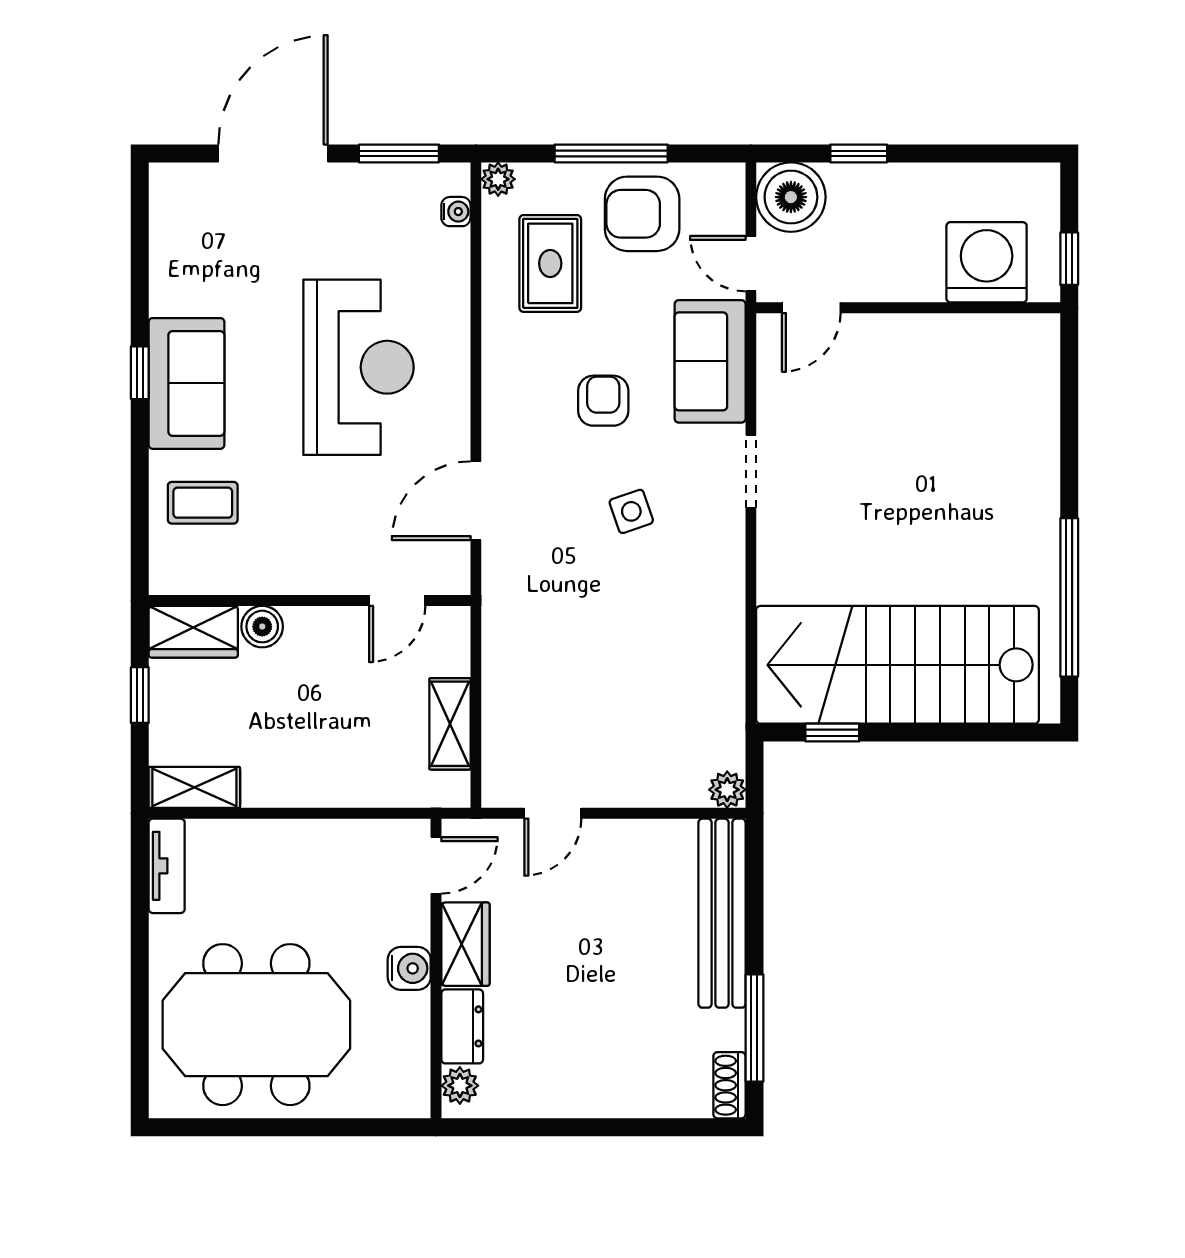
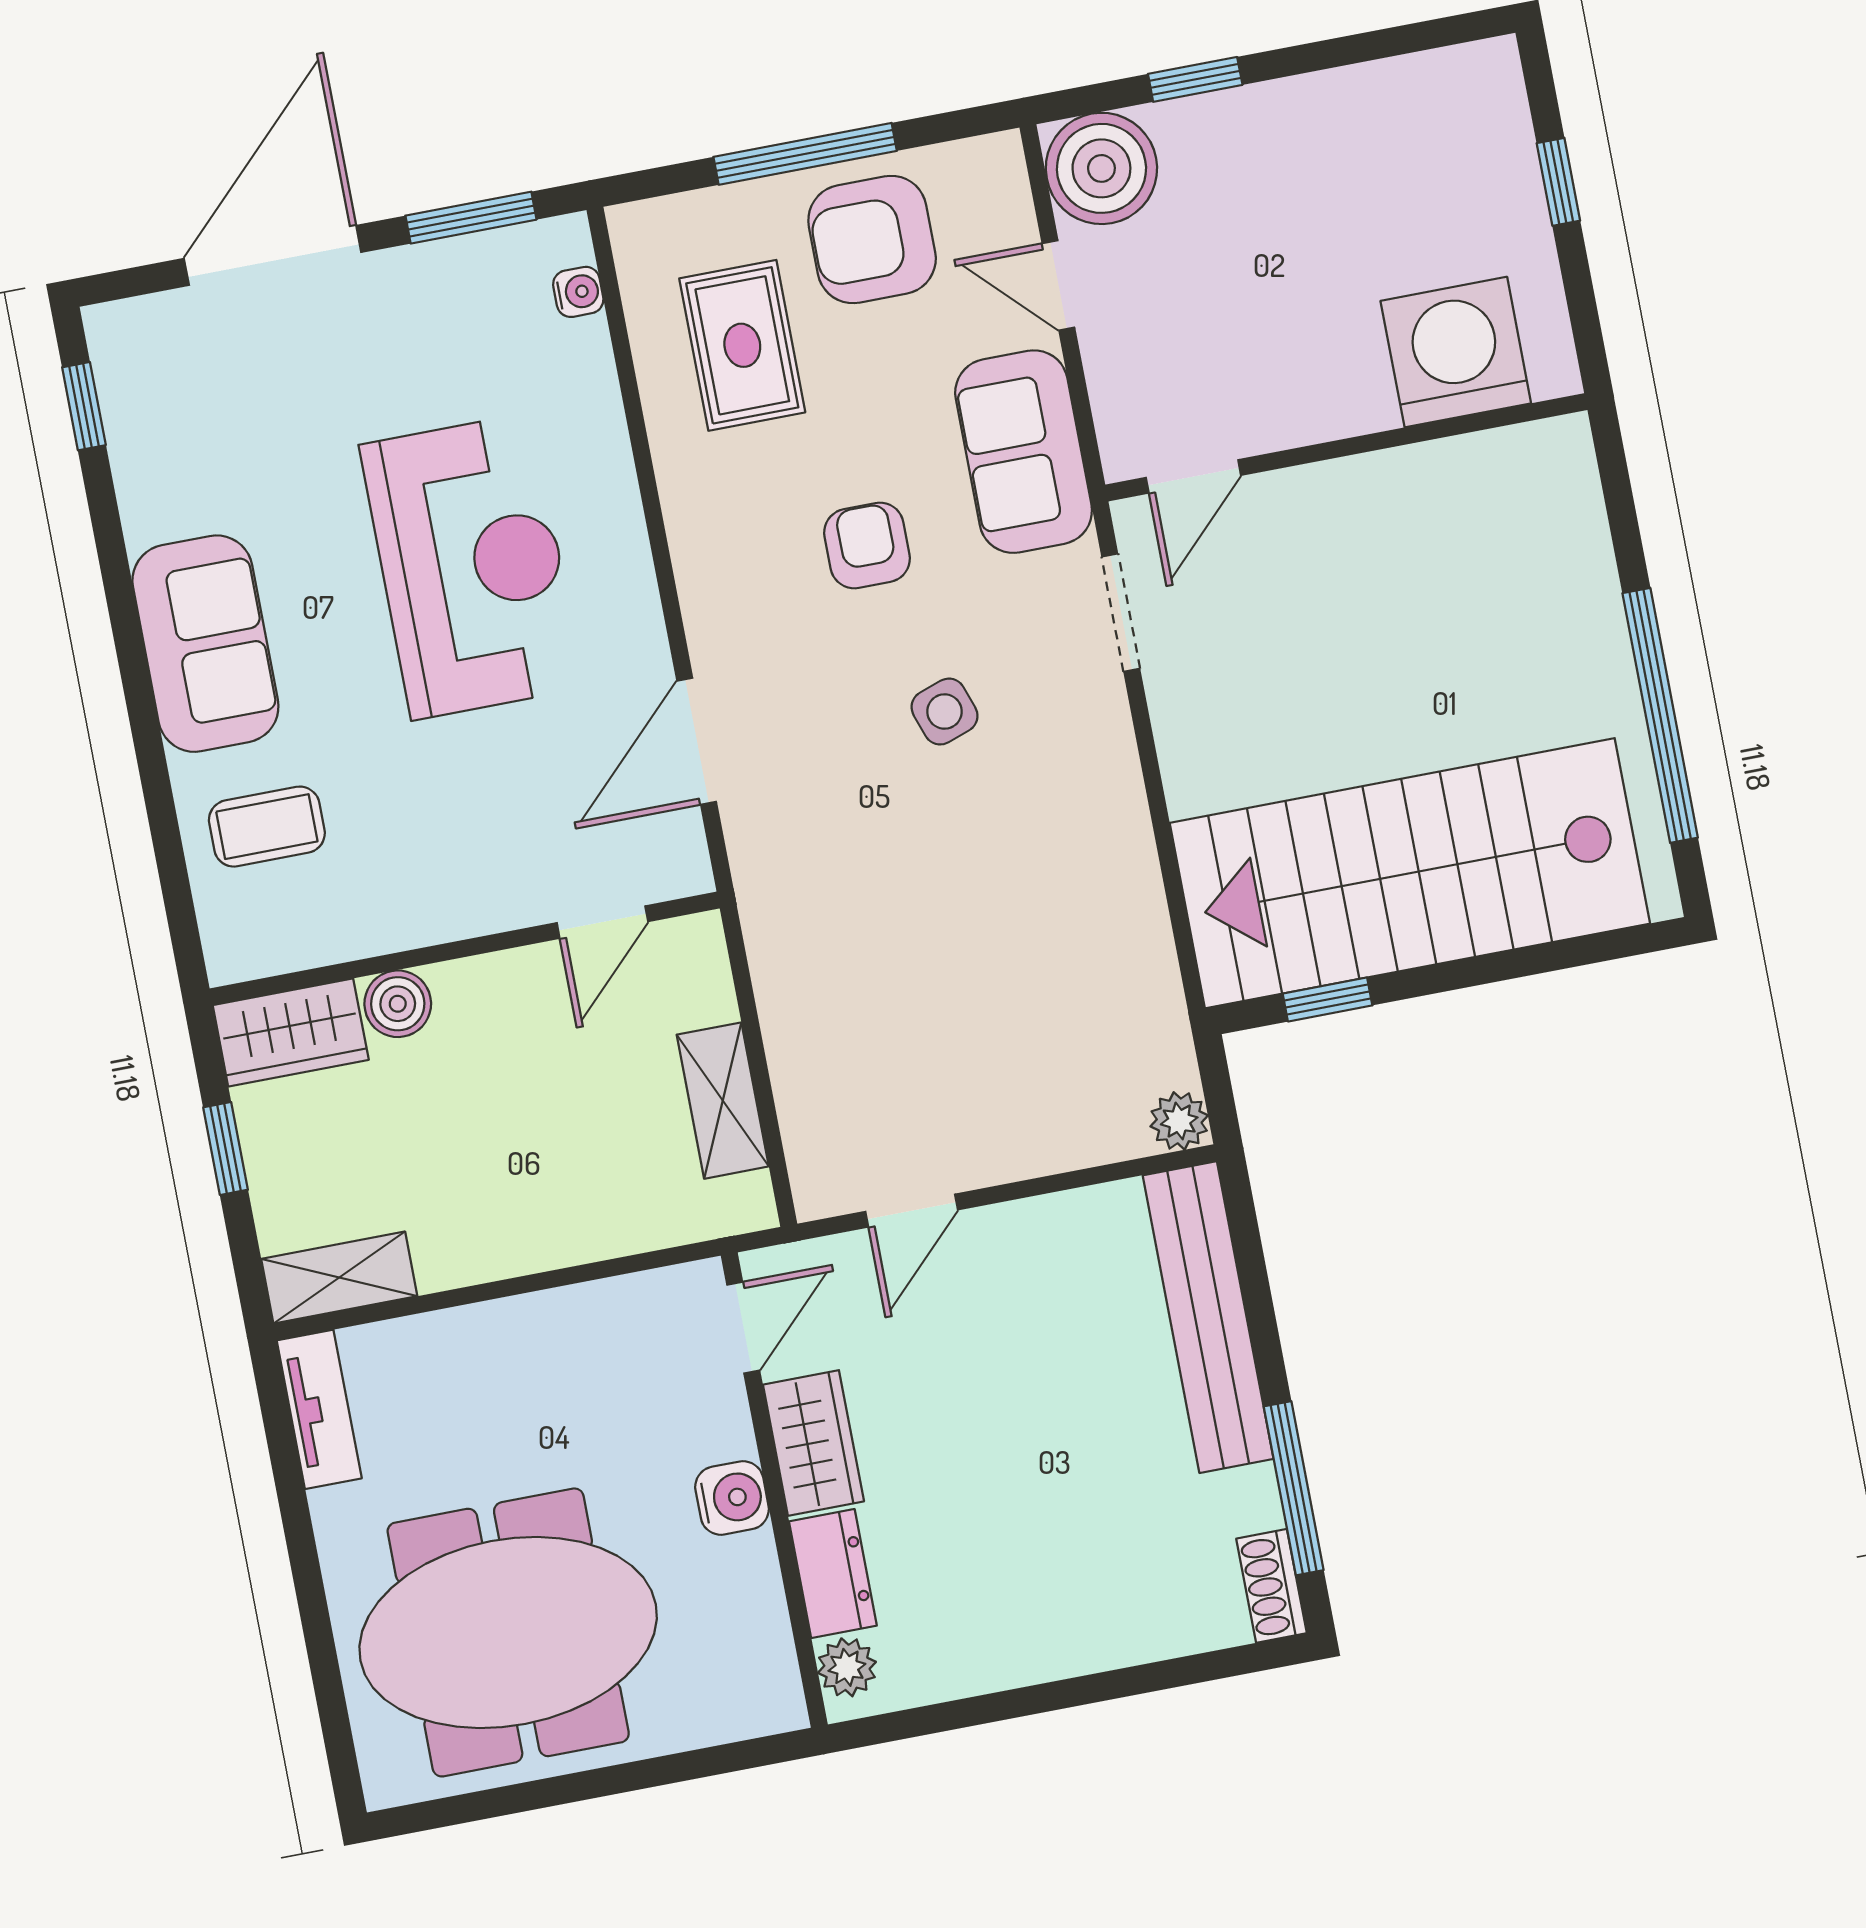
plant: (498, 179) -> (635, 228), removed
washing machine: (987, 262) -> (1456, 352), moved
door: (811, 308) -> (1193, 476), moved
wall: (908, 308) -> (1346, 447), moved
window: (140, 373) -> (84, 406), moved

